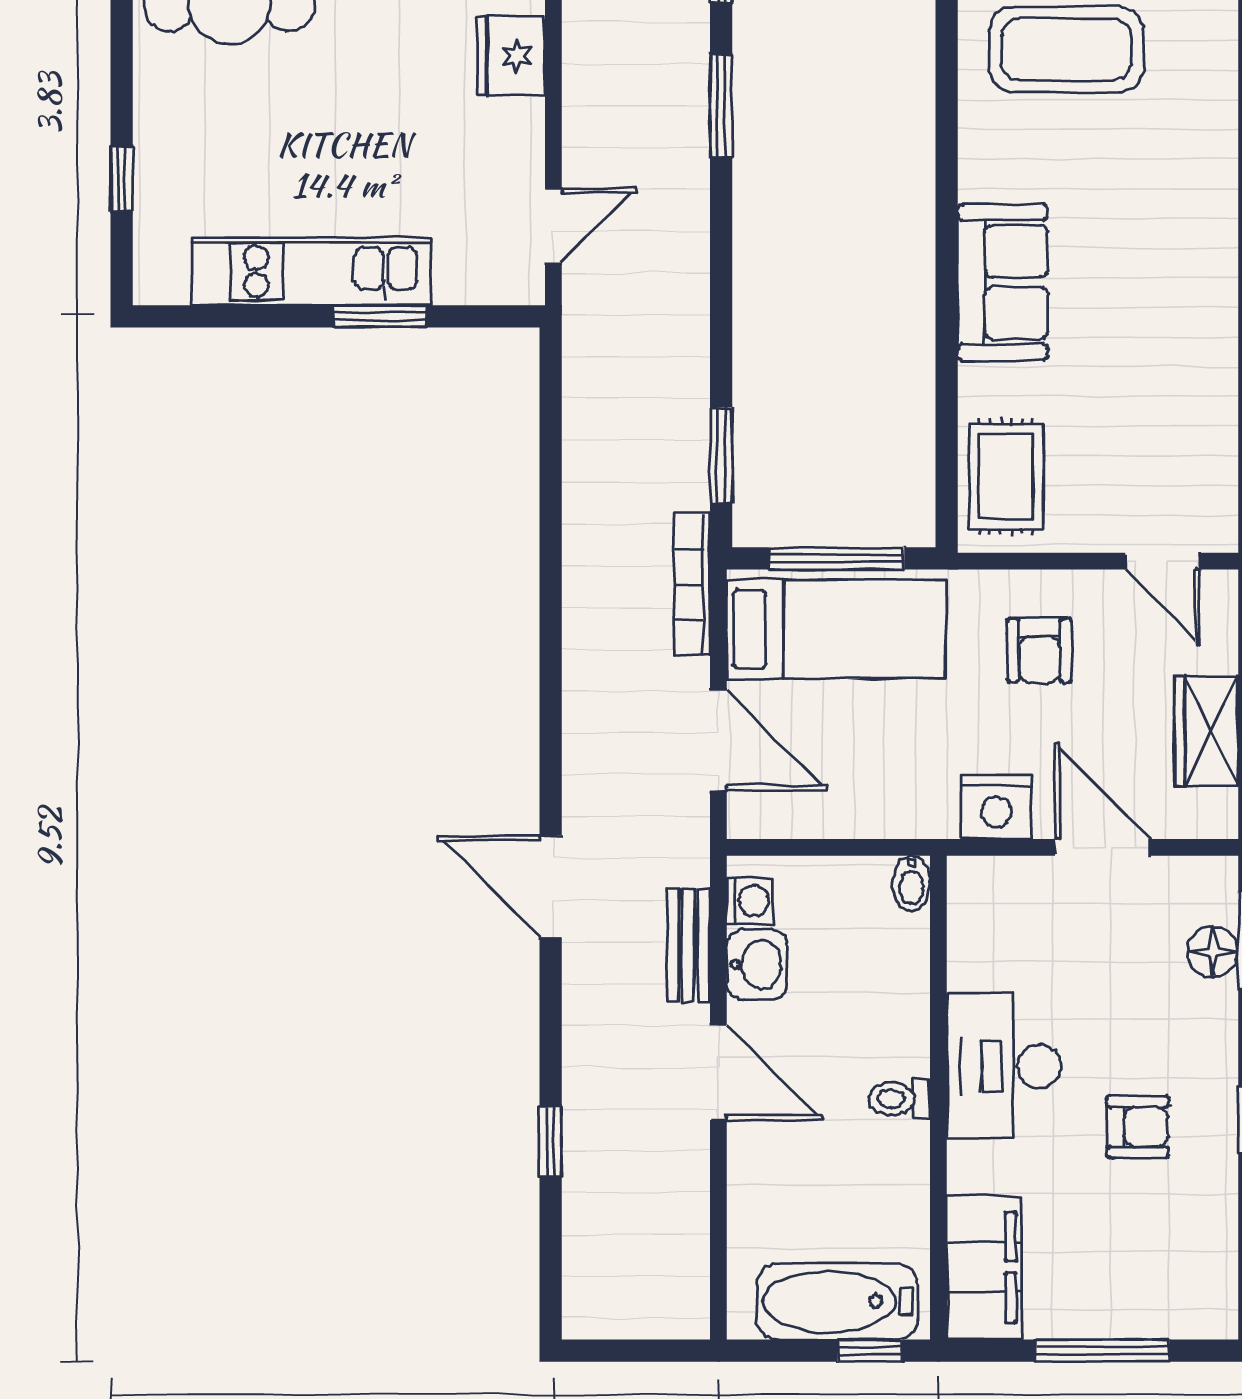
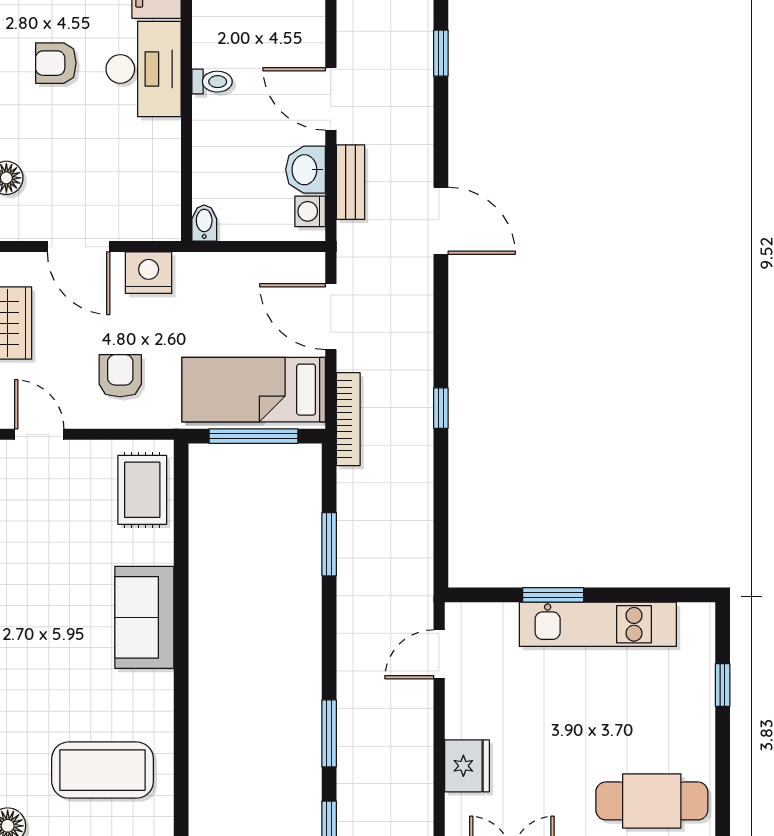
window: (721, 456) -> (329, 544), moved
window: (551, 601) -> (441, 408), added
desk: (1004, 1066) -> (144, 69), moved

